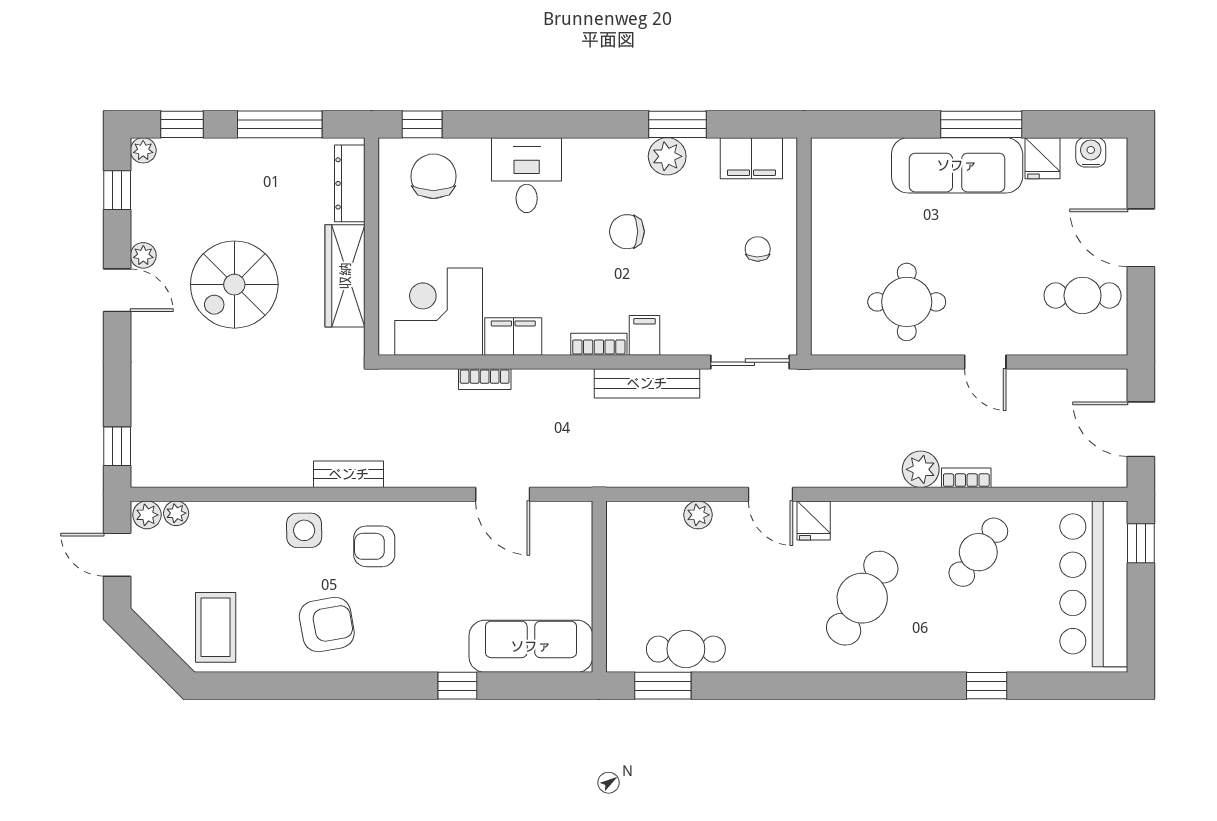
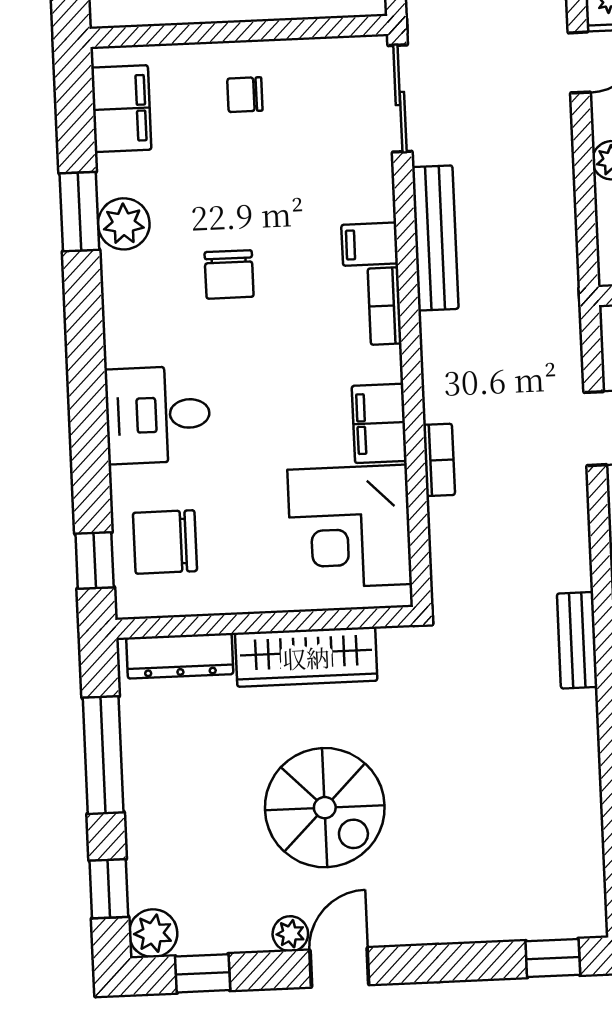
plant: (143, 150) -> (153, 933), width x1.38, depth x1.38

